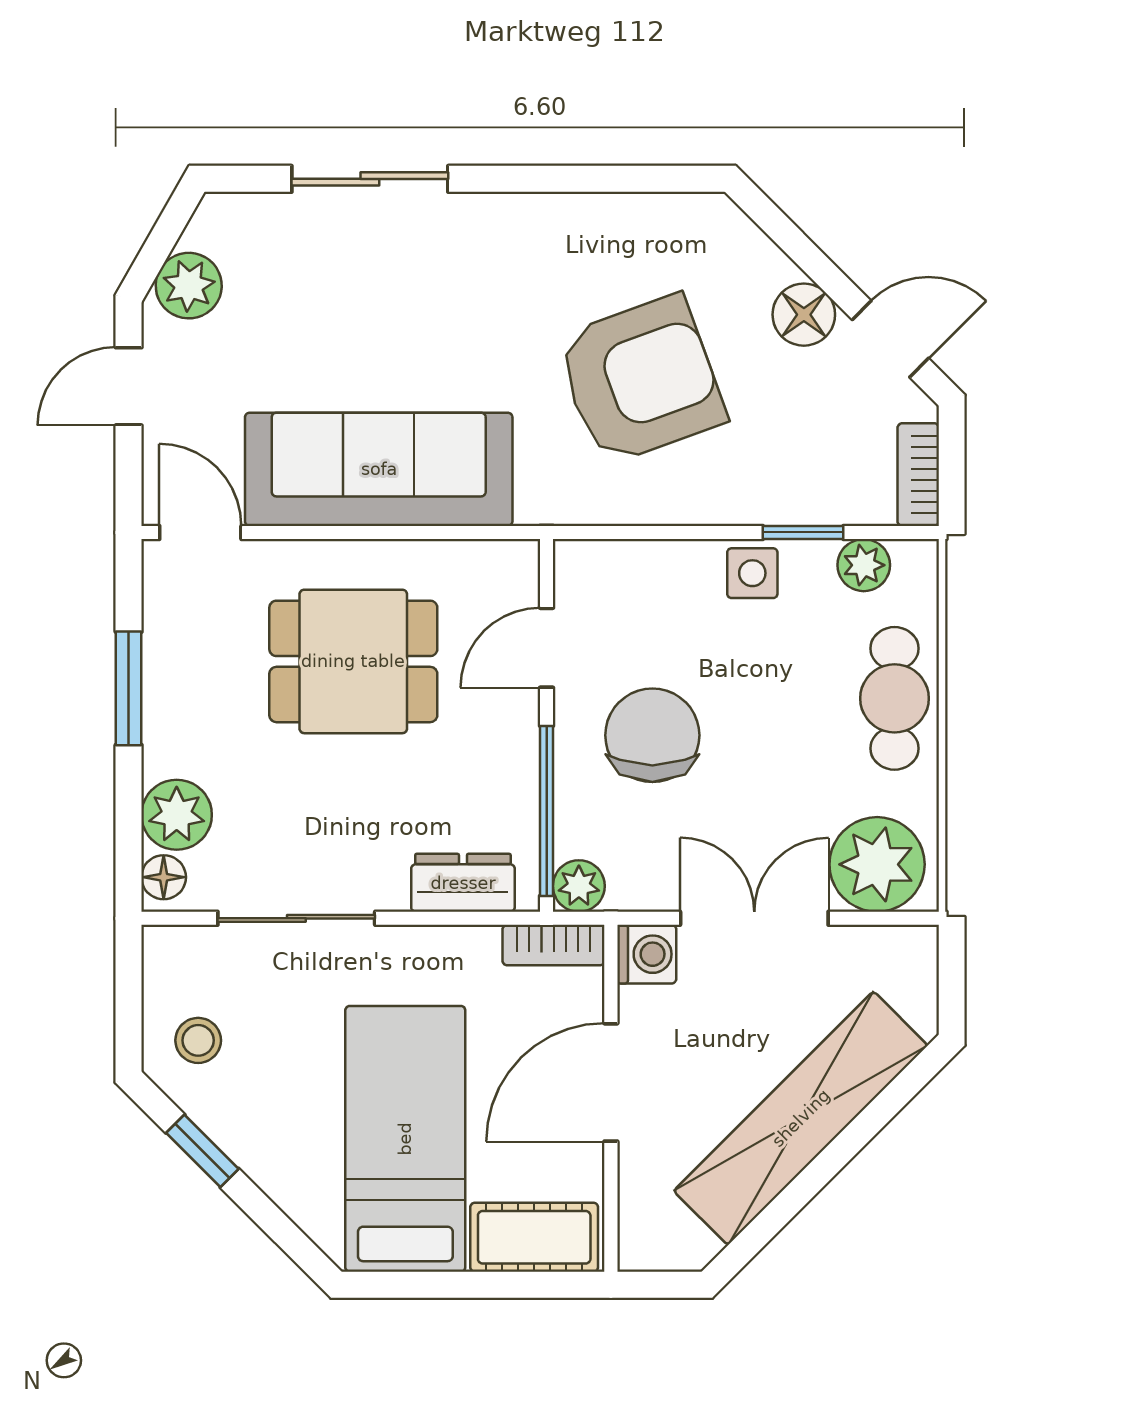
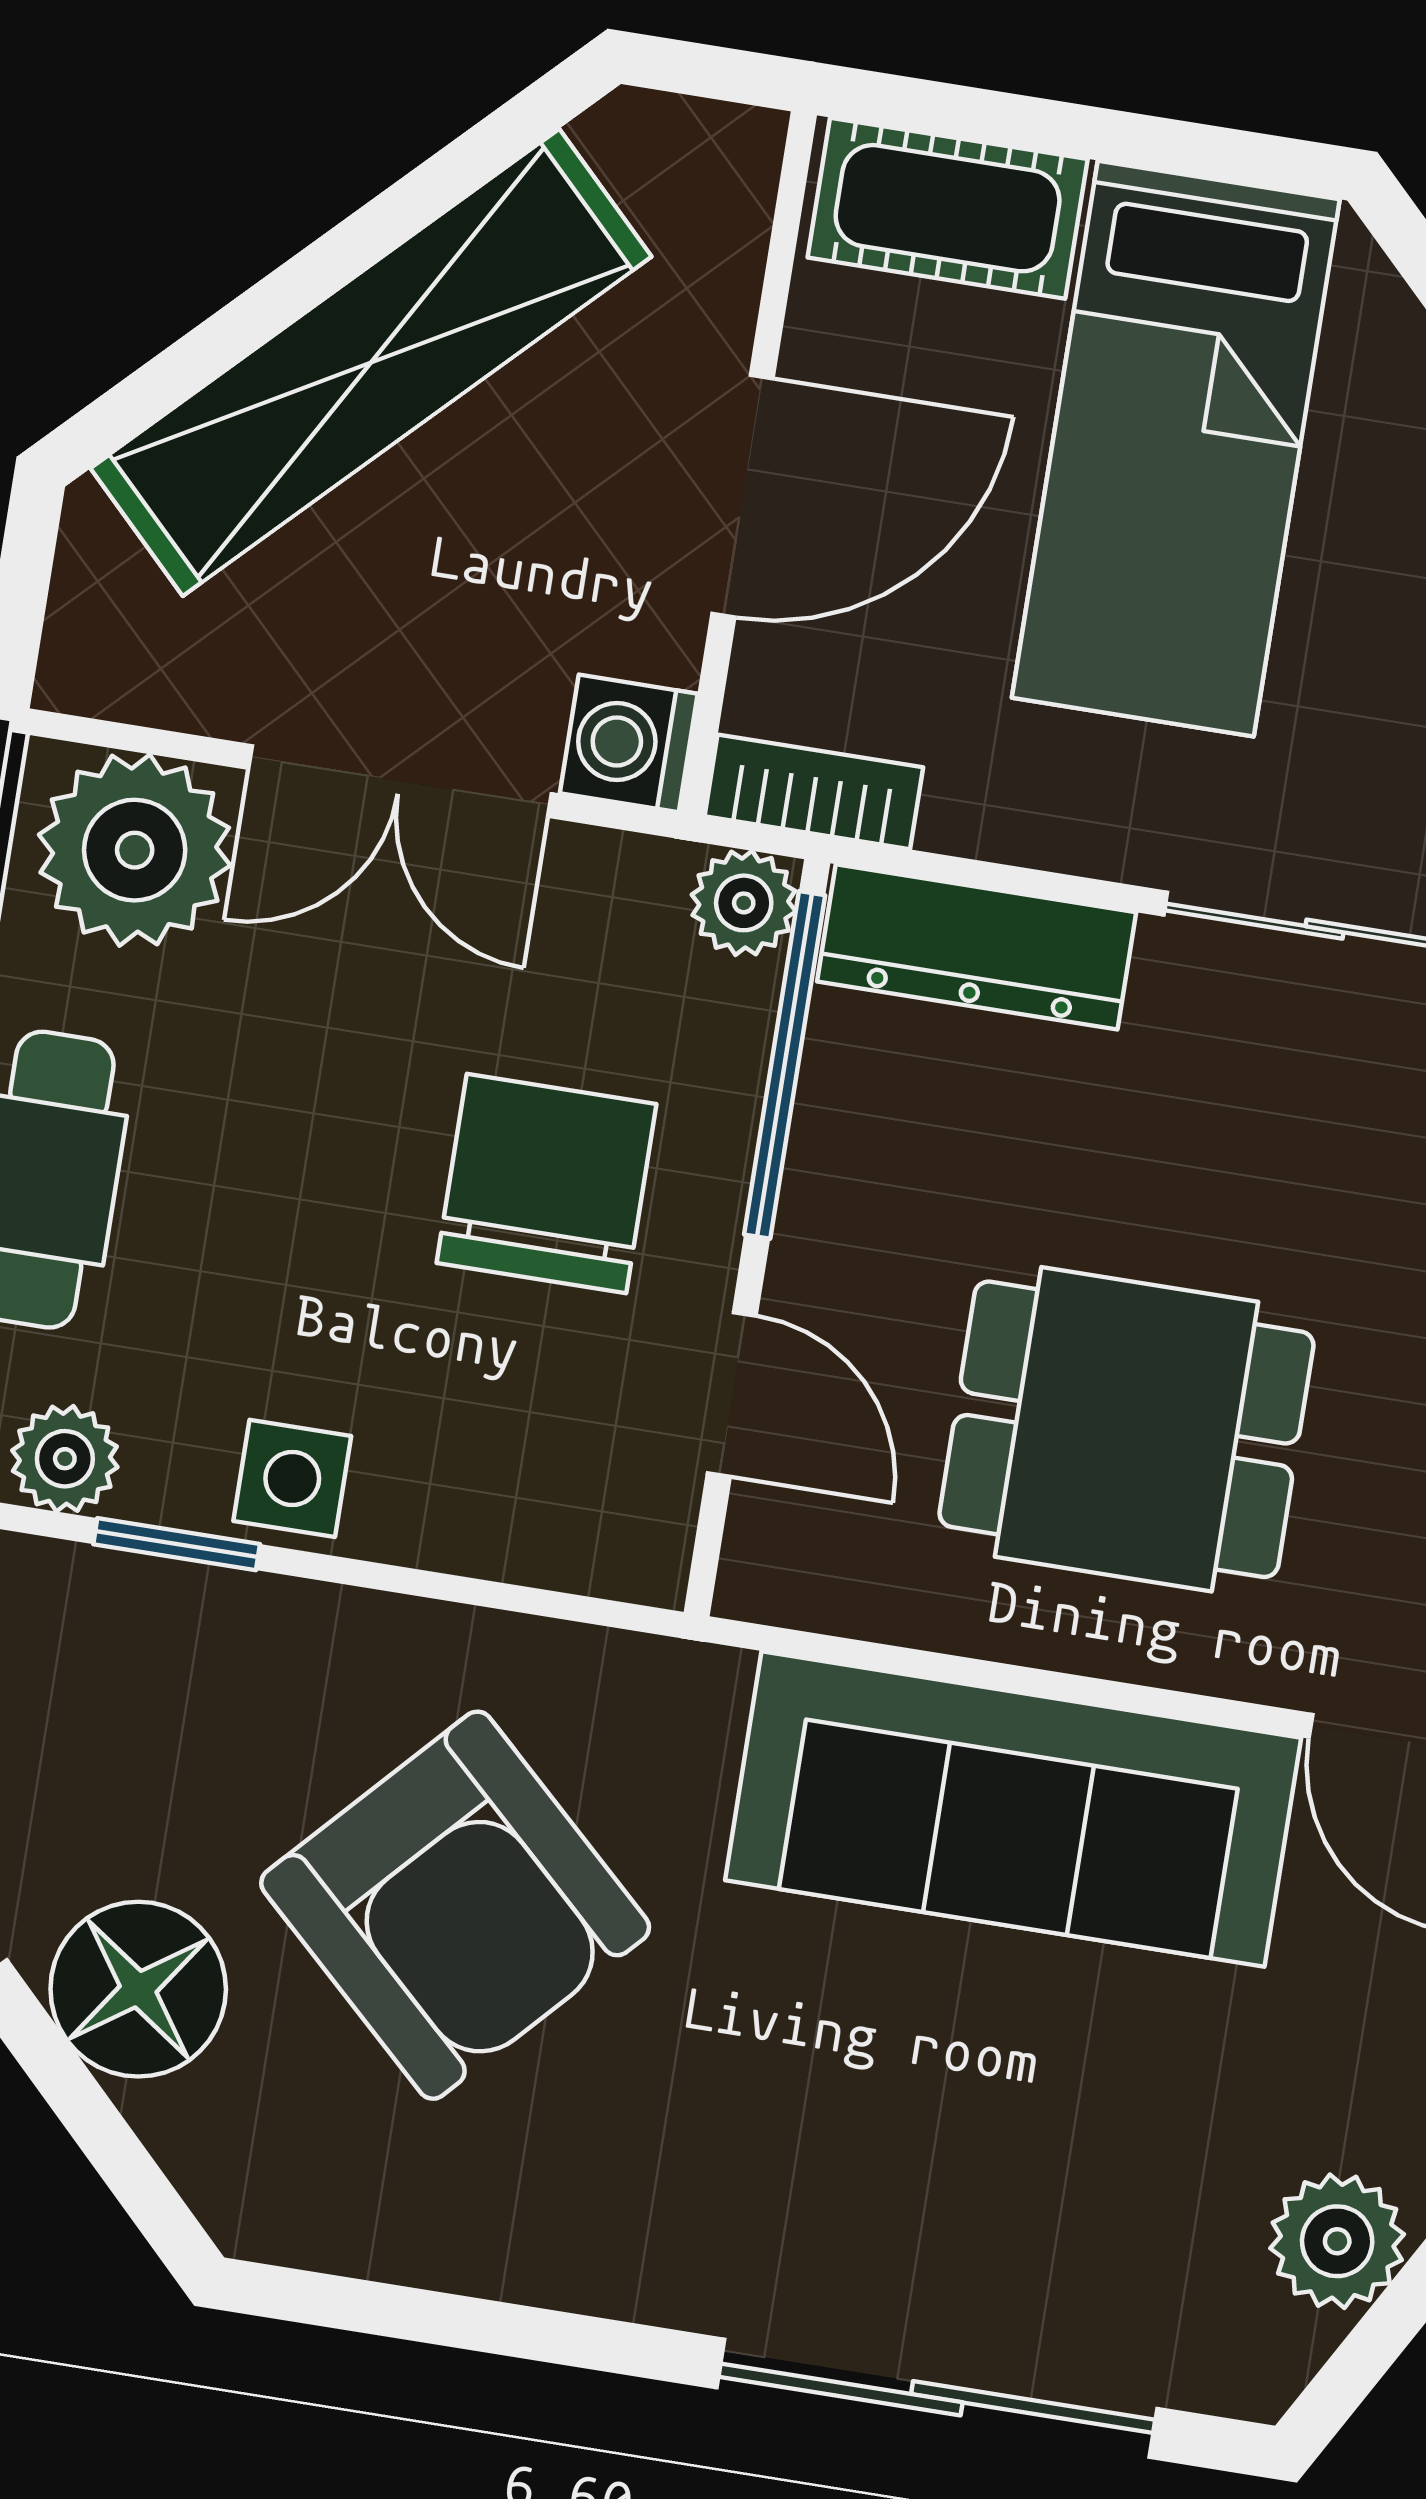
sliding door: (370, 179) -> (937, 2398), width x1.37
floor lamp: (804, 315) -> (138, 1989), width x1.38, depth x1.38
armchair: (641, 380) -> (455, 1905), turned -117
door: (547, 648) -> (732, 1394), hinge flipped
chair: (652, 735) -> (547, 1183), turned 180
dresser: (463, 883) -> (977, 947), width x1.44

